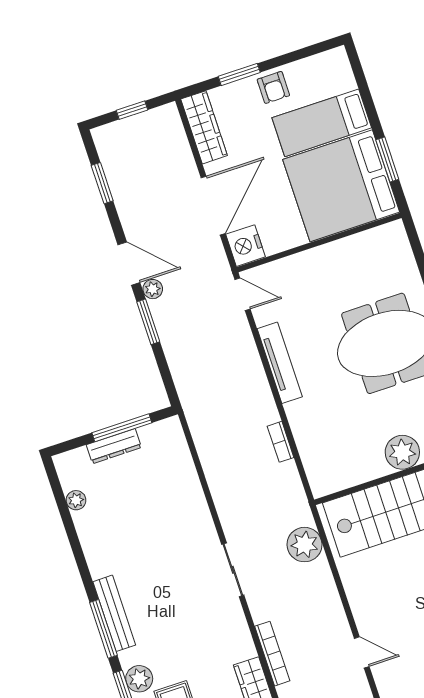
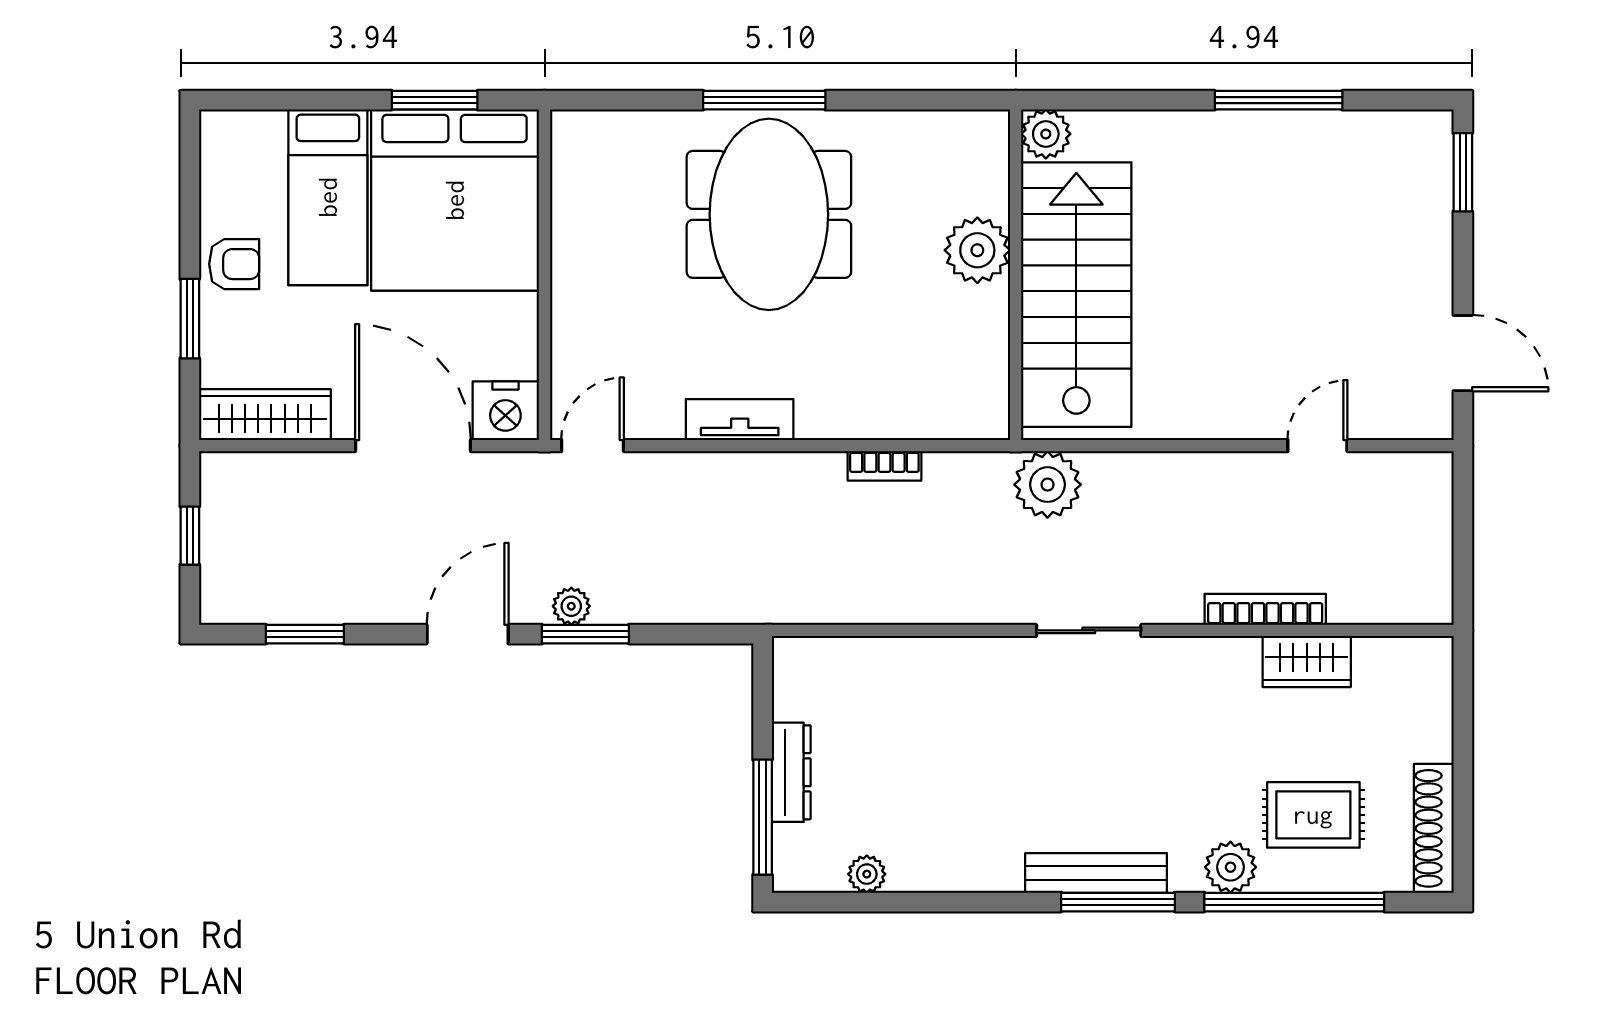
plant: (153, 289) -> (571, 606), moved
tv unit: (280, 363) -> (740, 420), width x0.71
window: (122, 428) -> (763, 817), moved
plant: (304, 545) -> (1048, 485), moved

